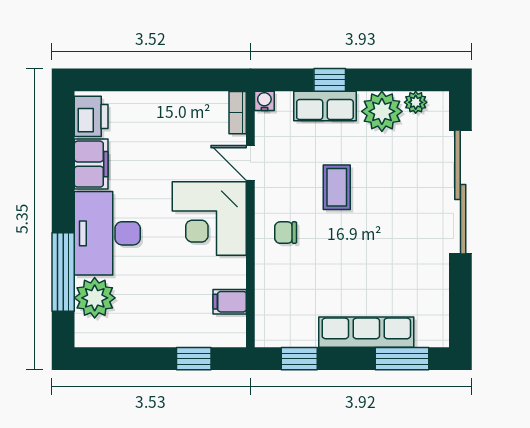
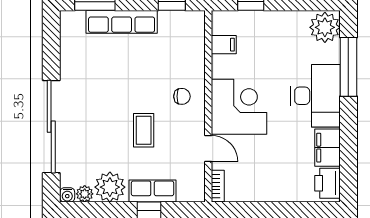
water cooler: (264, 101) -> (67, 195), moved
plant: (95, 298) -> (325, 27), moved

